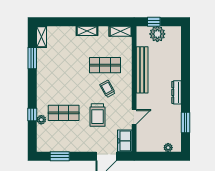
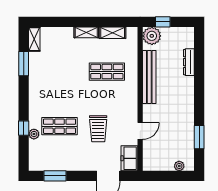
shelving: (121, 31) -> (113, 33), moved
plant: (157, 34) -> (152, 36), moved
trolley: (107, 89) -> (110, 99), removed
dresser: (177, 92) -> (189, 62), moved

